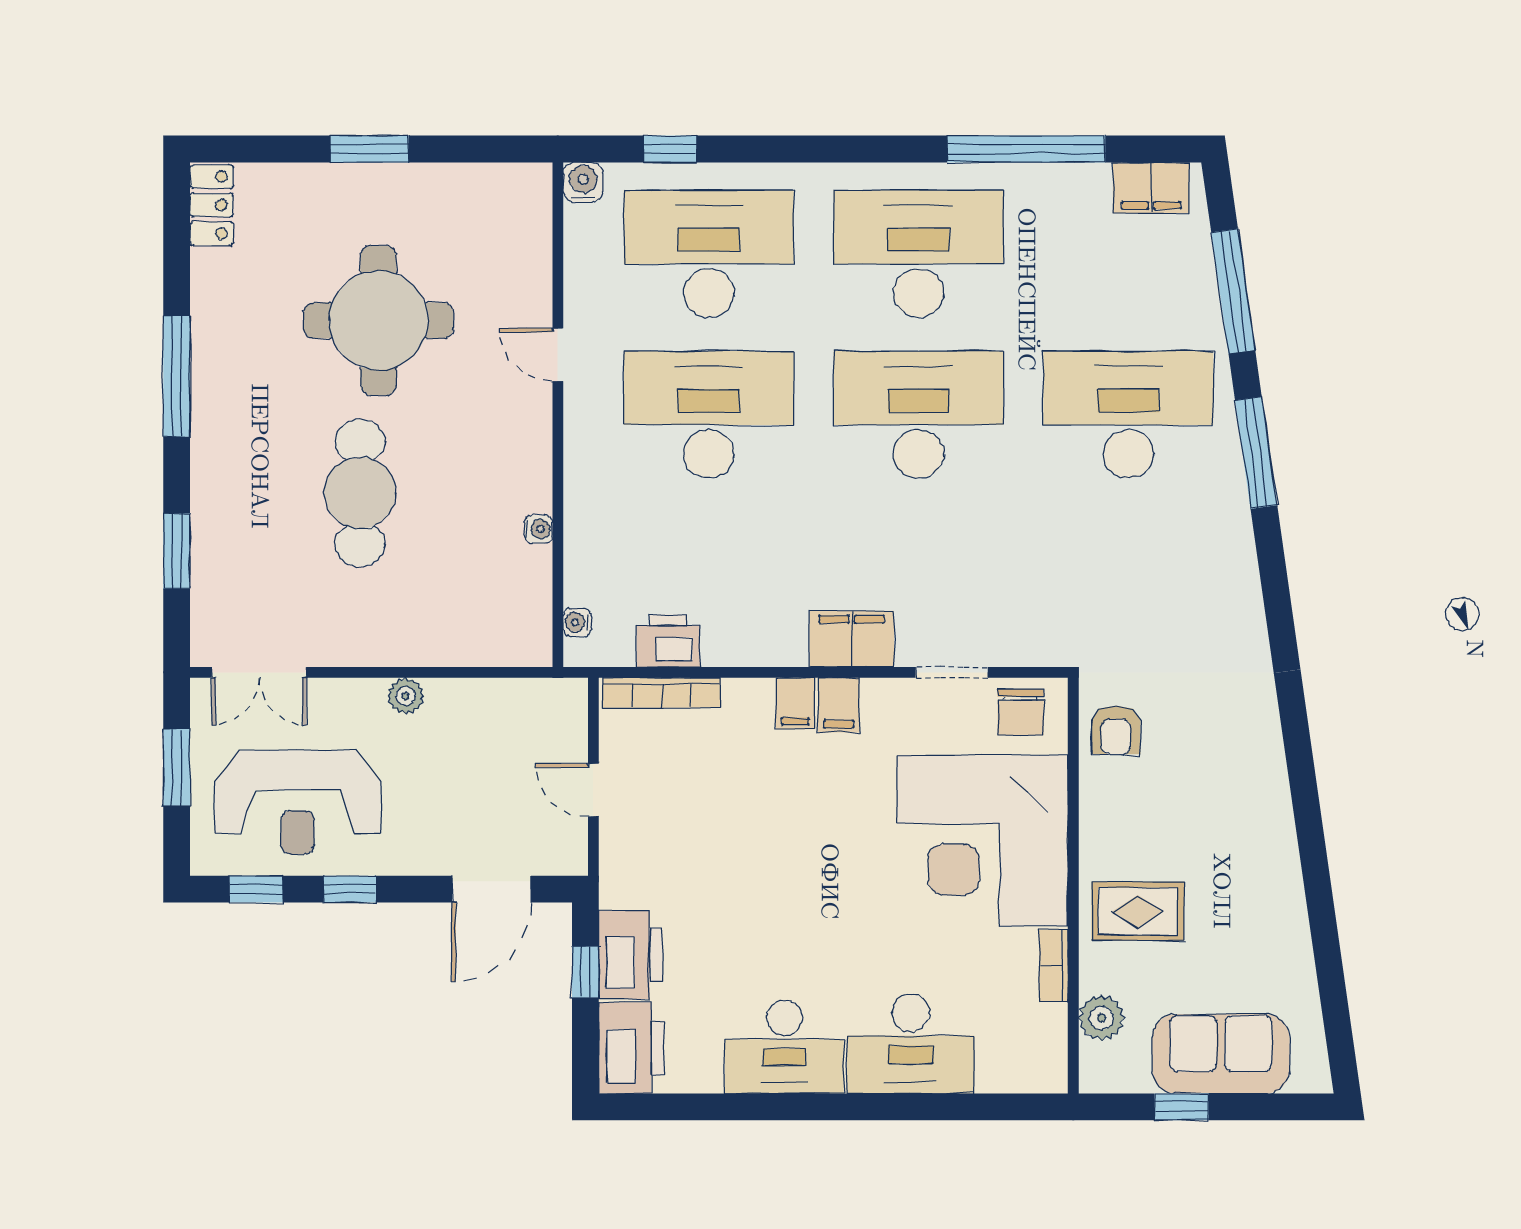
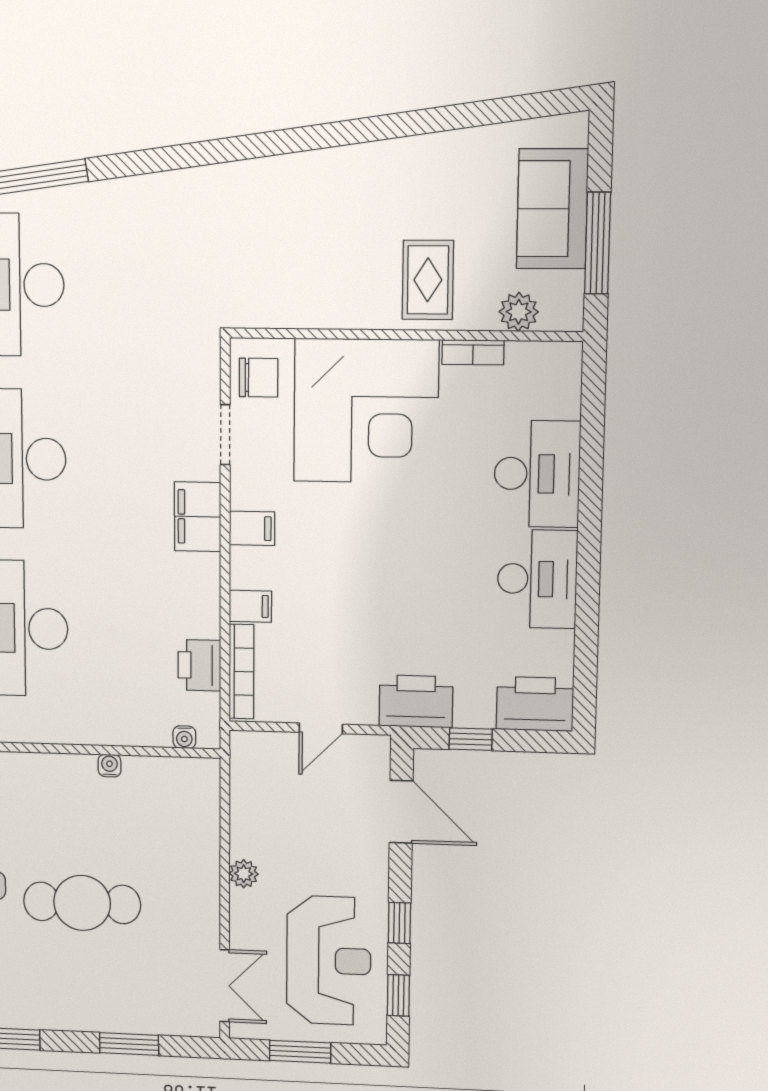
filing cabinet: (795, 703) -> (250, 606), moved
armchair: (1116, 730) -> (274, 297), removed
printer: (630, 955) -> (416, 701), moved
window: (1182, 1107) -> (598, 243), width x2.17

